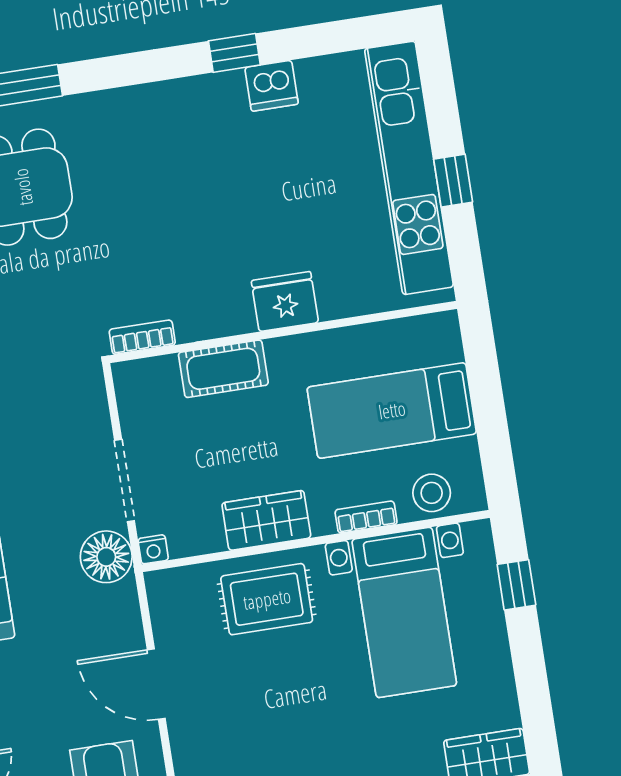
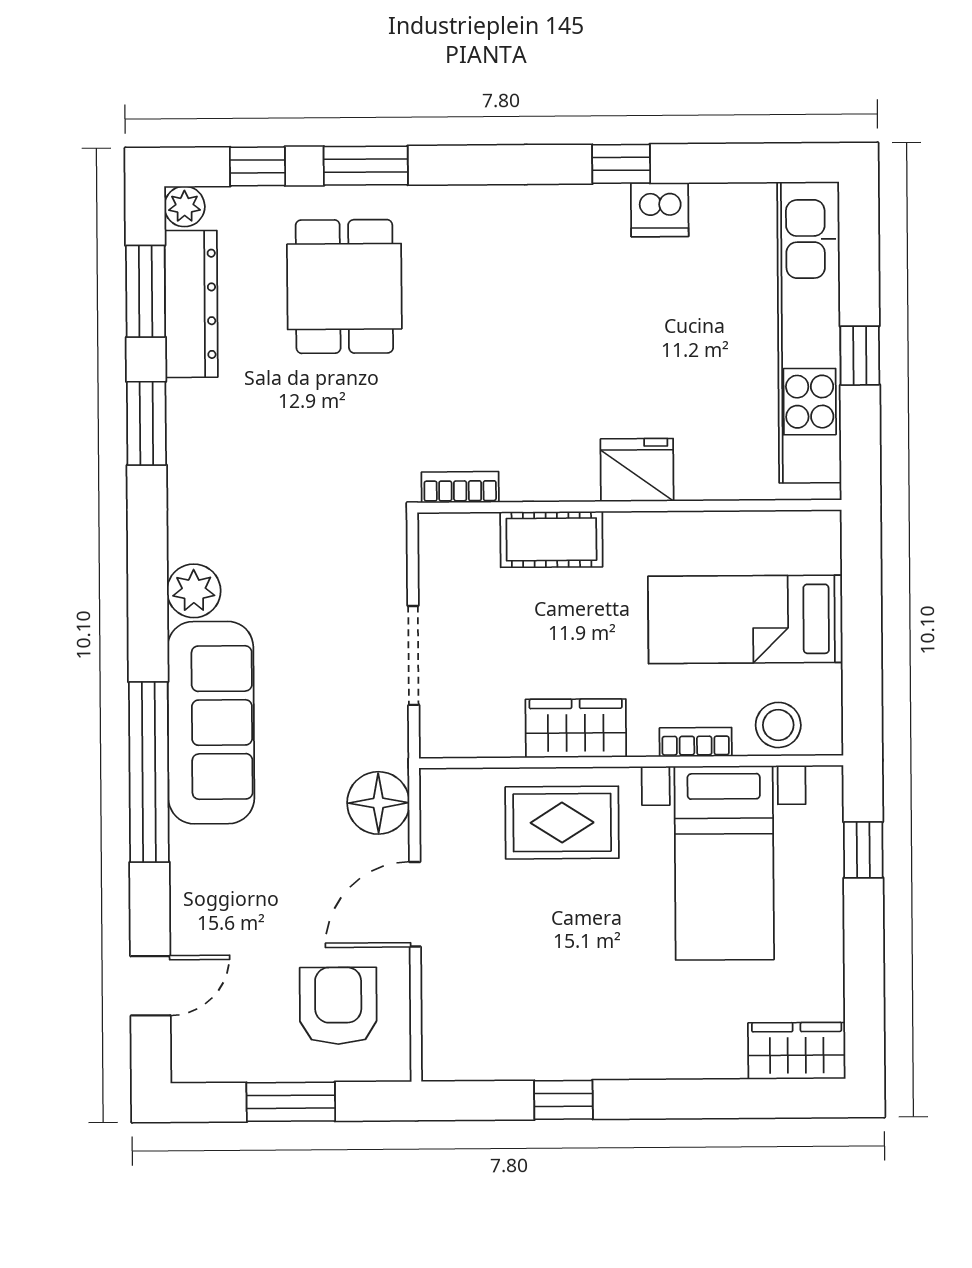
nightstand: (153, 549) -> (435, 743), removed
floor lamp: (106, 557) -> (378, 803), moved
door: (156, 684) -> (415, 904), hinge flipped

